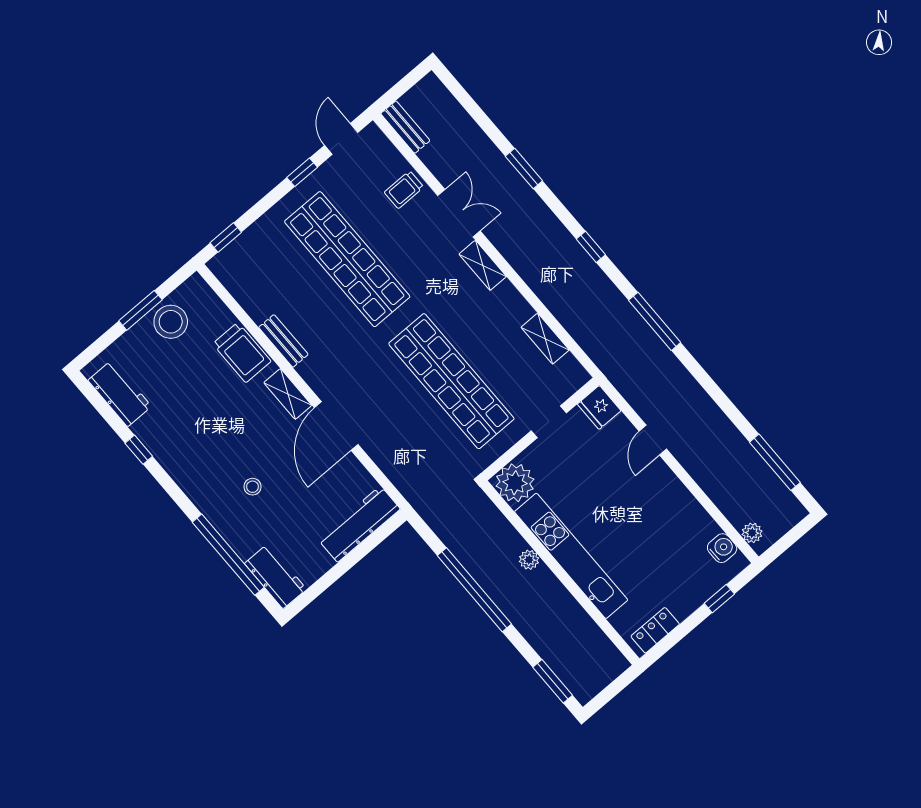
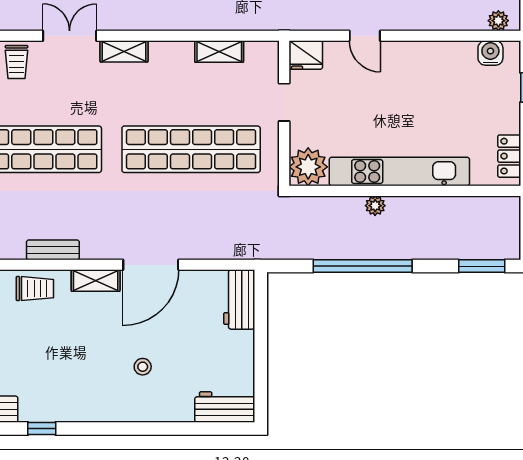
trolley: (242, 352) -> (35, 289), width x0.73, depth x0.72
door: (336, 426) -> (151, 265), hinge flipped
workbench: (359, 524) -> (239, 299), width x0.73
window: (228, 555) -> (178, 429), removed

